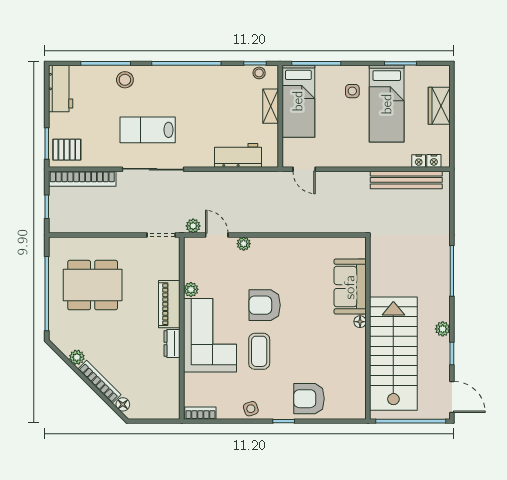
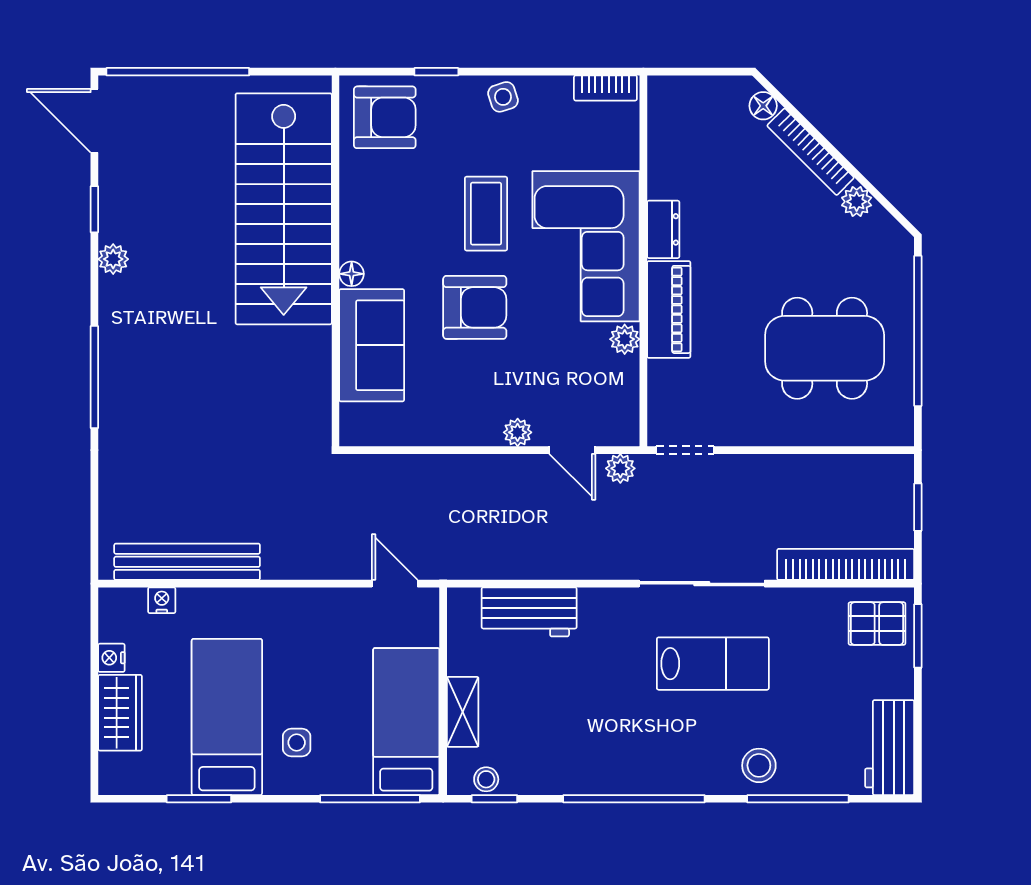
nightstand: (434, 161) -> (111, 658), moved, turned -90
sofa: (350, 287) -> (372, 345), moved
floor lamp: (360, 322) -> (352, 274), moved
wall: (368, 328) -> (335, 261), moved
stairs: (393, 354) -> (284, 209), moved

